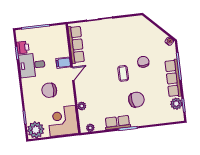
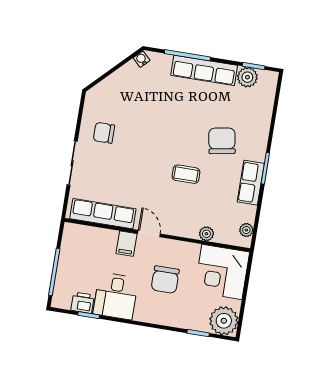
chair: (143, 62) -> (104, 133), moved
coffee table: (123, 73) -> (186, 174), moved

